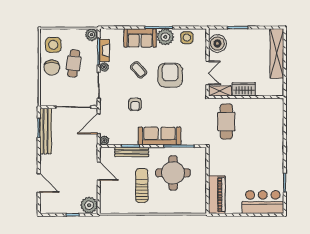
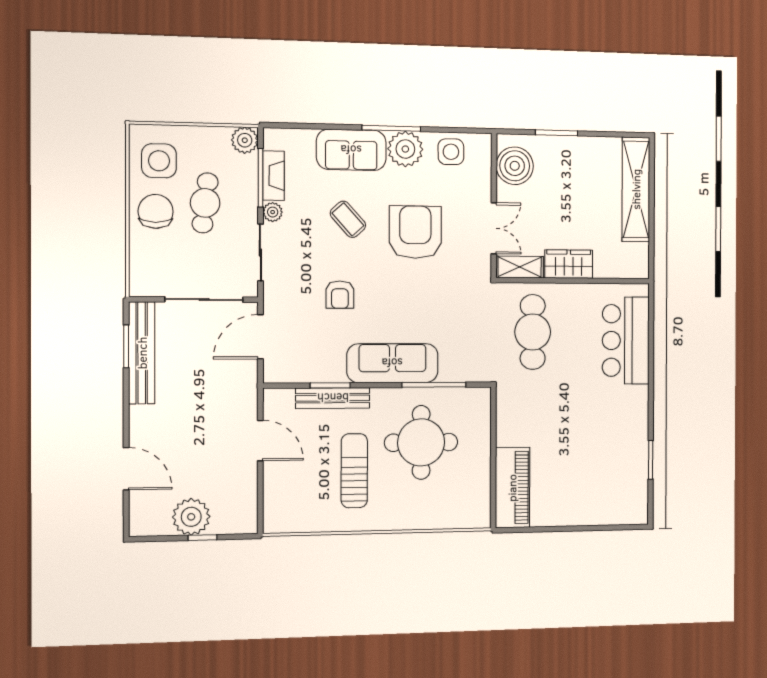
chair: (52, 68) -> (156, 211), turned 180
plant: (104, 140) -> (273, 373), removed
bar counter: (263, 202) -> (626, 340), moved, turned -90
plant: (89, 205) -> (191, 517), moved

